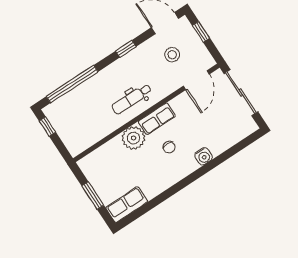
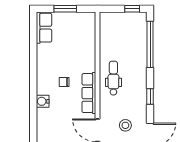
row of seats: (157, 119) -> (89, 93), width x1.48
plant: (134, 138) -> (86, 62), removed

